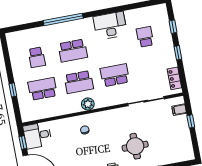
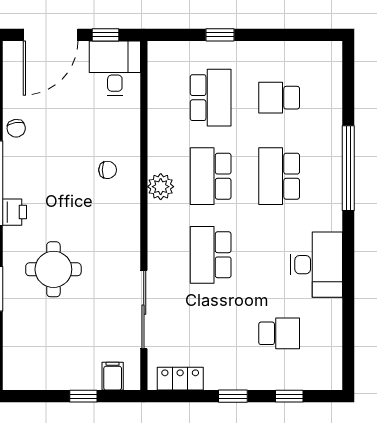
school desk: (115, 75) -> (211, 255), turned 180

